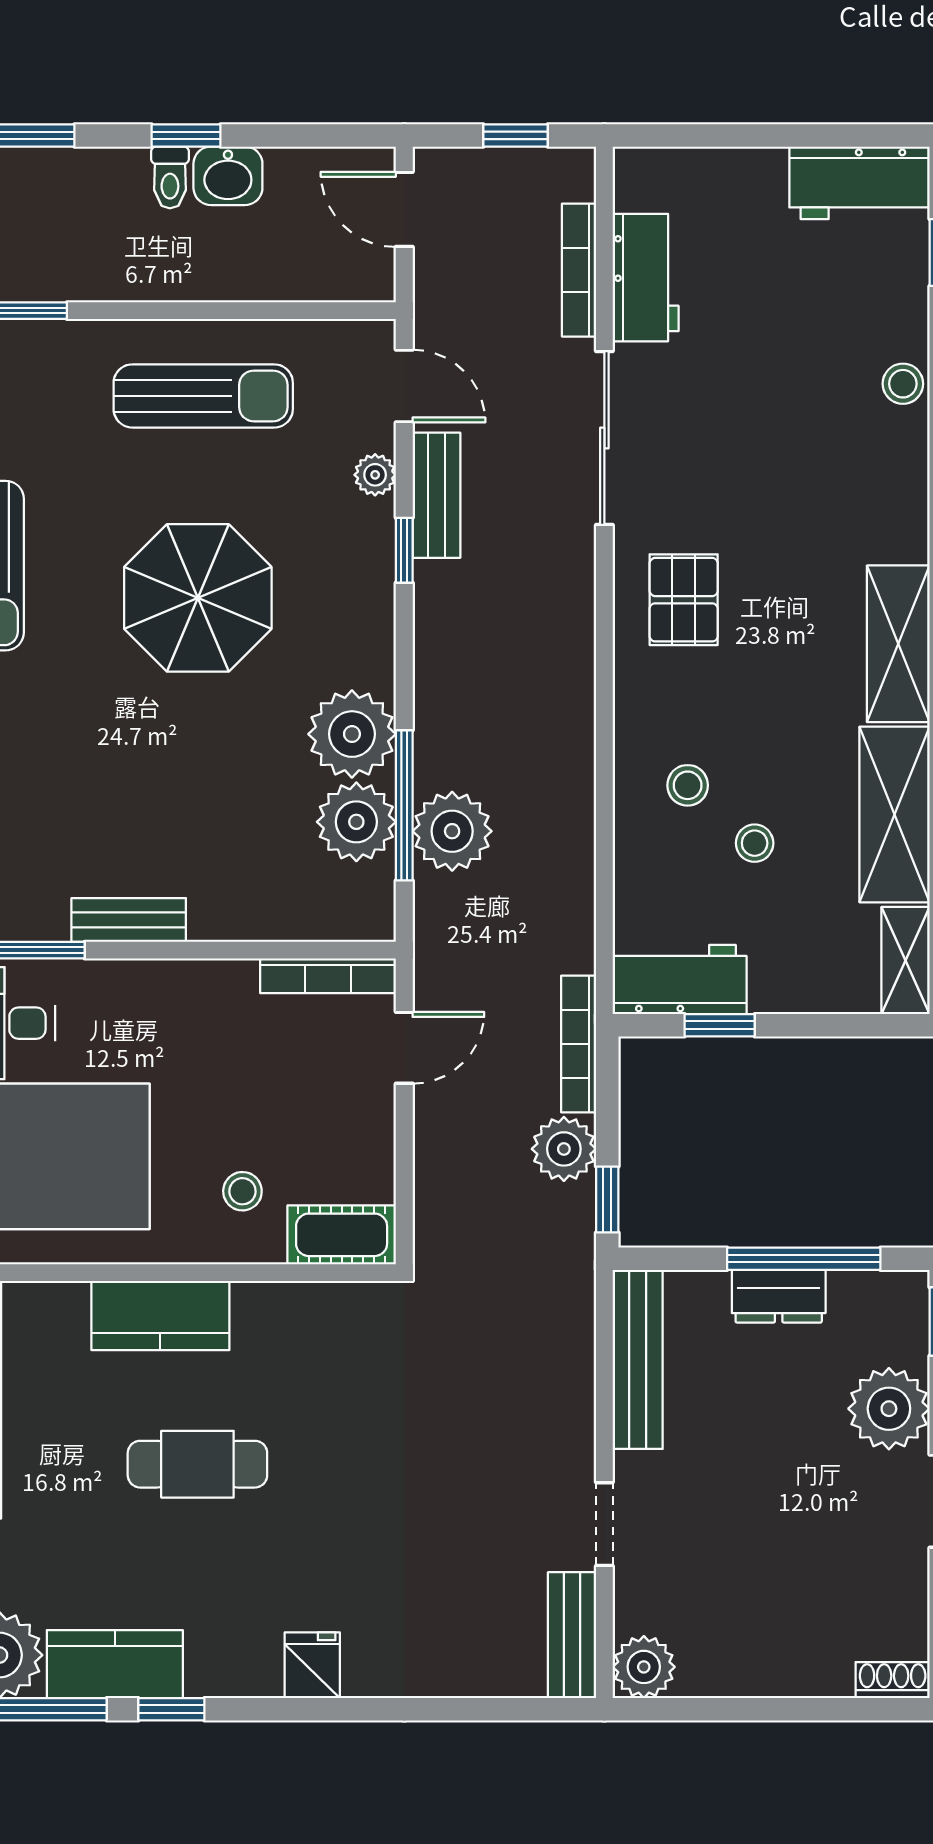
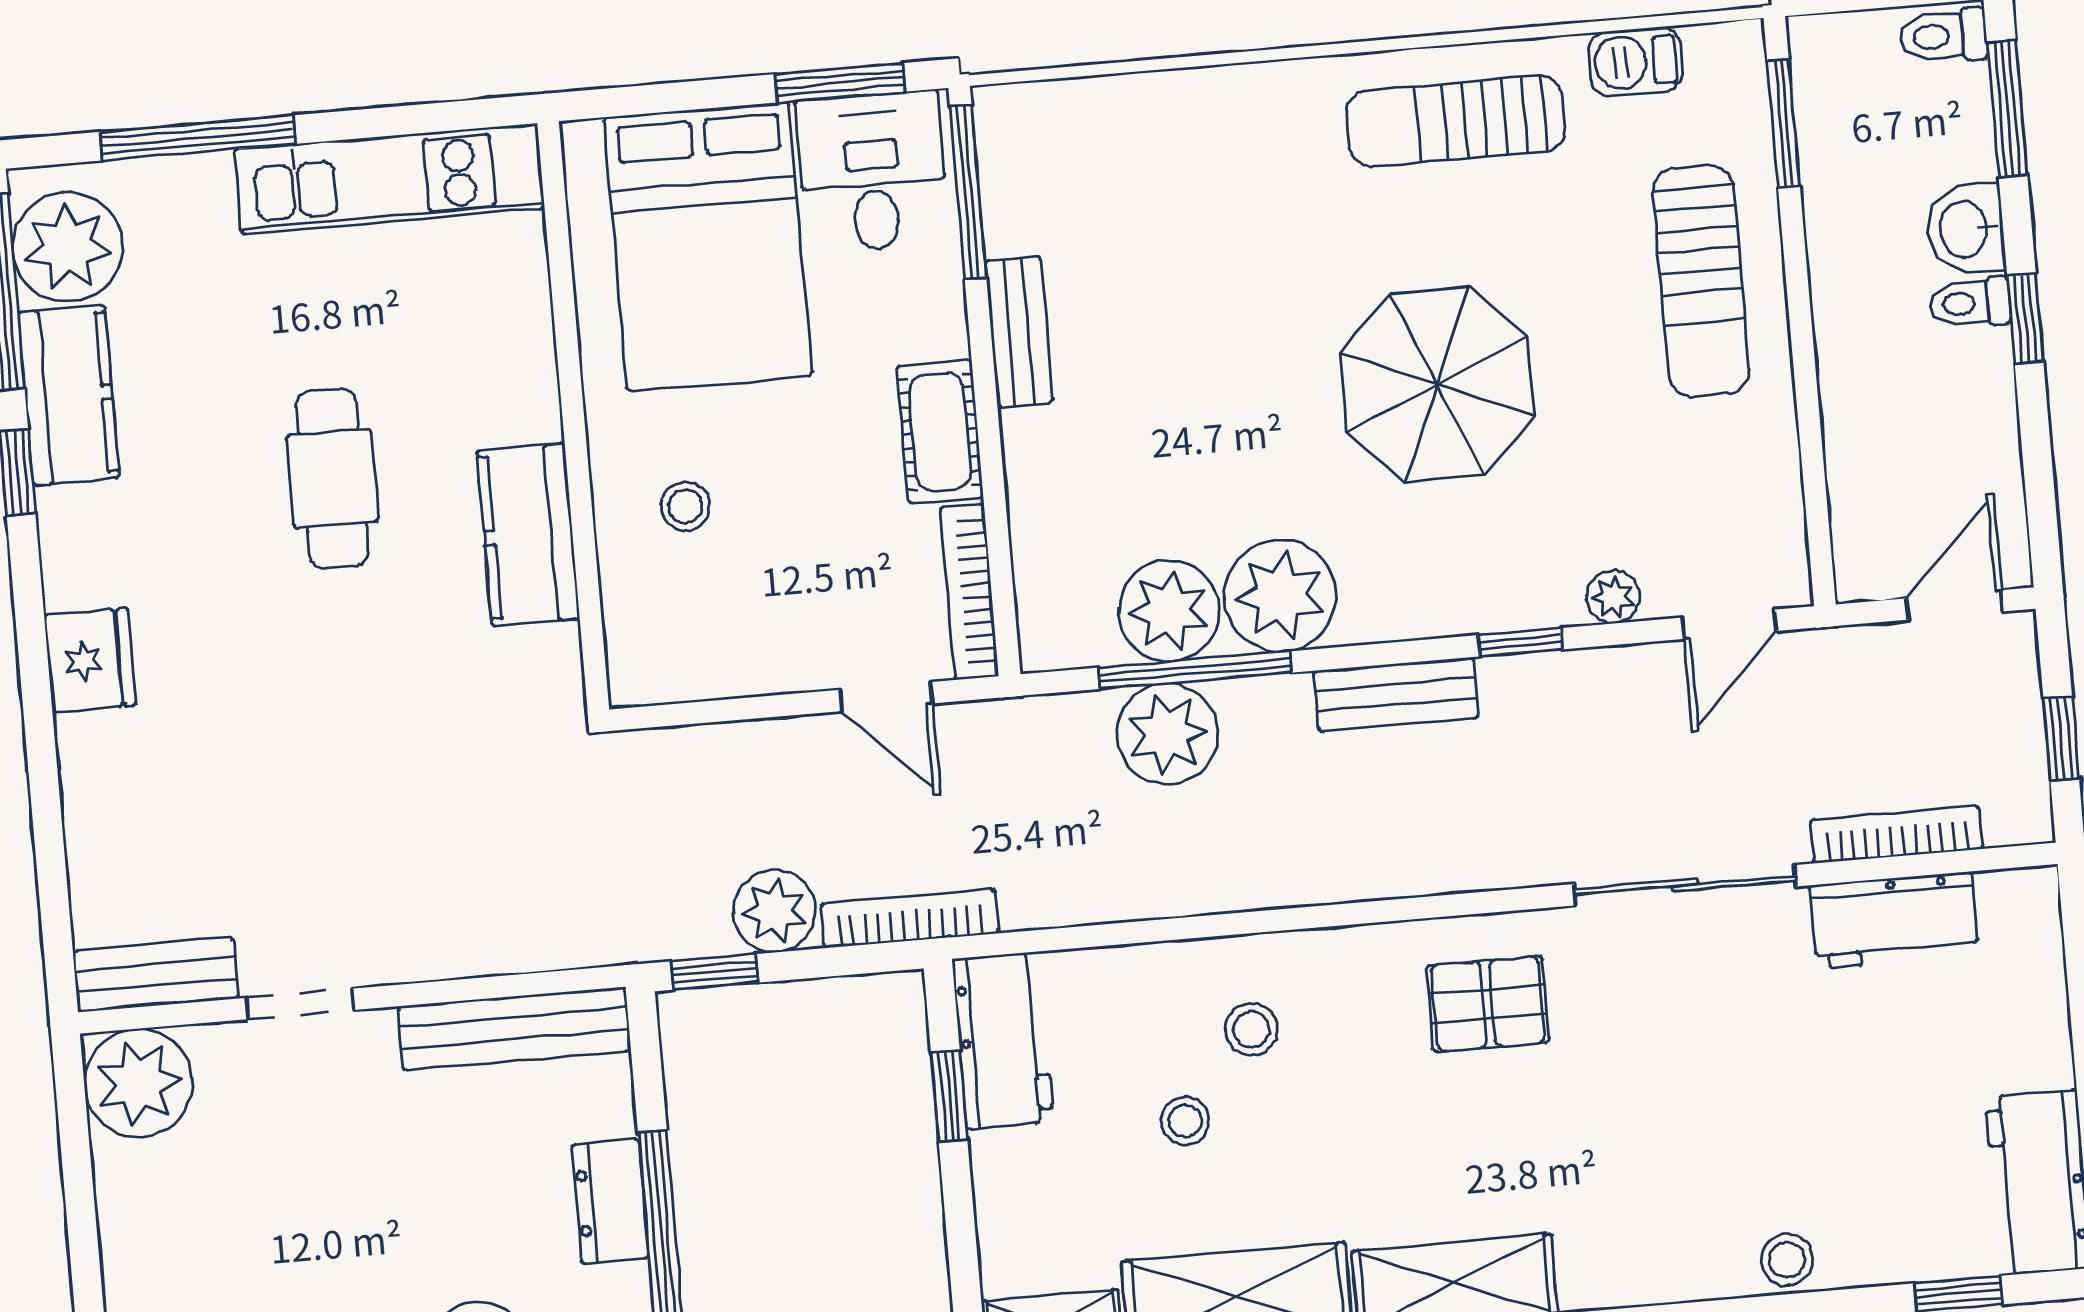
washbasin: (228, 176) -> (1966, 229), moved
sun lounger: (203, 396) -> (1701, 281), moved
bench: (436, 495) -> (1396, 694), moved
cot: (342, 1235) -> (940, 432), moved
kitchen counter: (160, 1316) -> (528, 535), moved
fridge: (312, 1665) -> (90, 660), width x1.38
plant: (644, 1667) -> (138, 1083), width x1.36, depth x1.36

